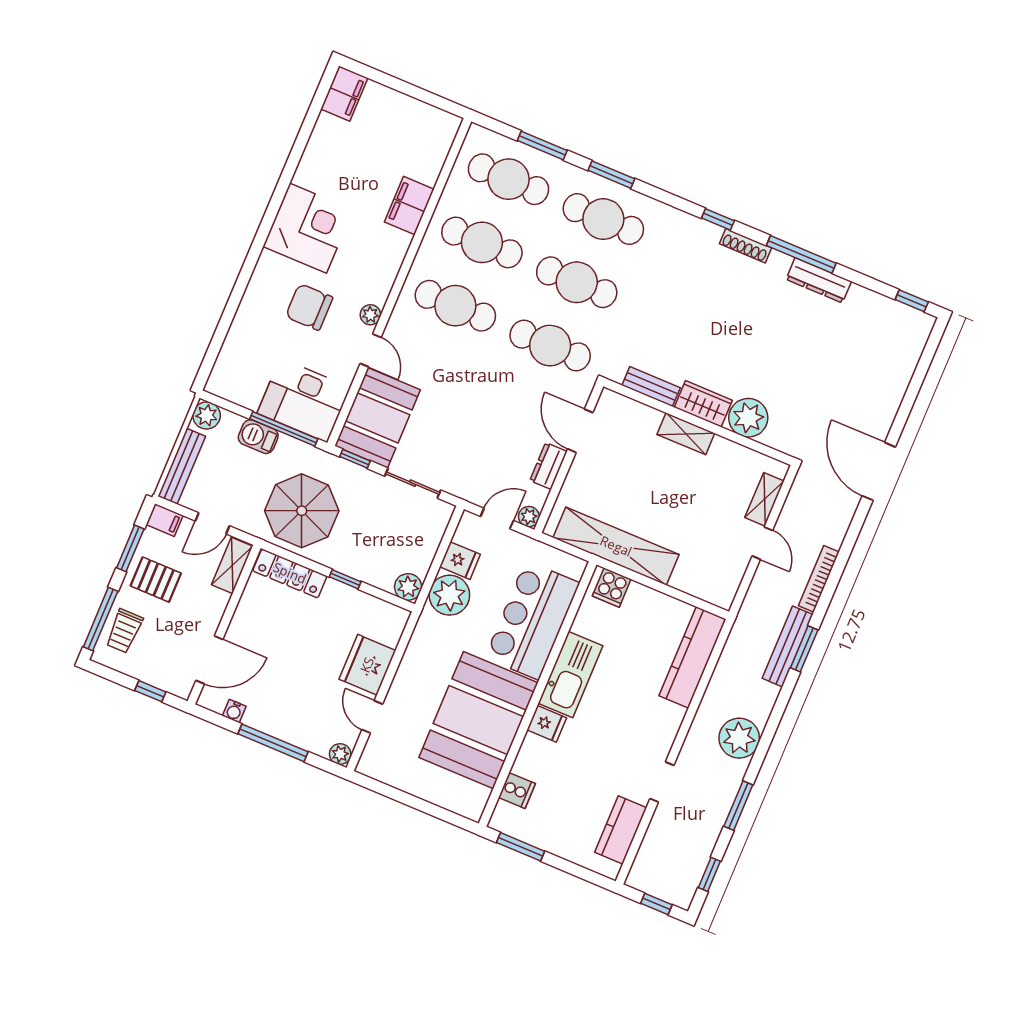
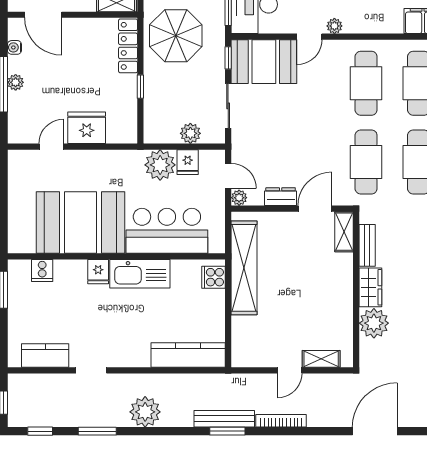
shelving: (686, 434) -> (344, 232), moved
plant: (408, 587) -> (190, 133), moved
plant: (340, 754) -> (16, 82), moved

